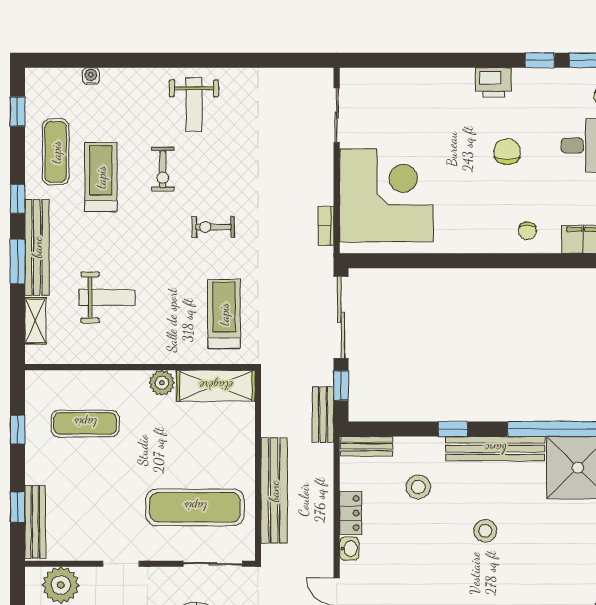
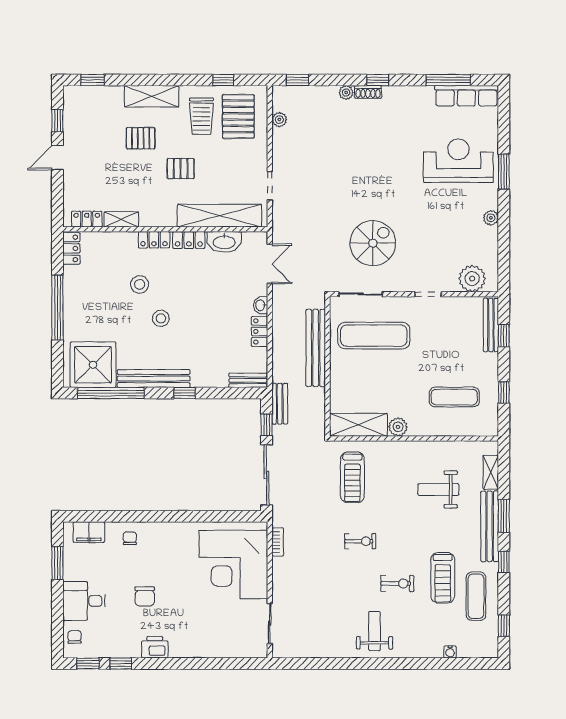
exercise bike: (163, 169) -> (397, 584), turned 90
stool: (418, 487) -> (140, 284), moved

